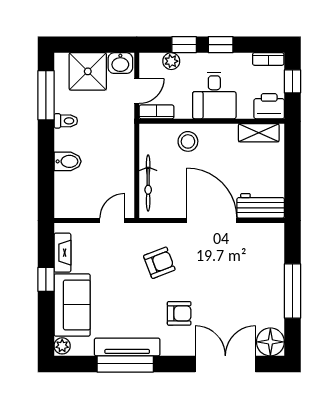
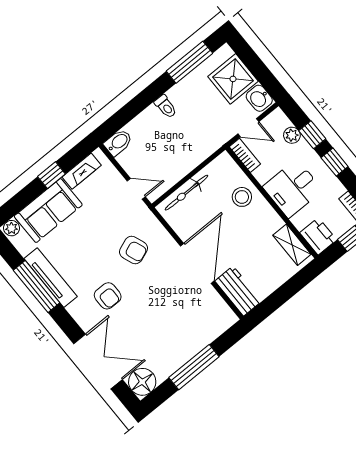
toilet: (66, 121) -> (166, 107), moved
bidet: (68, 161) -> (118, 142), moved, turned -90

